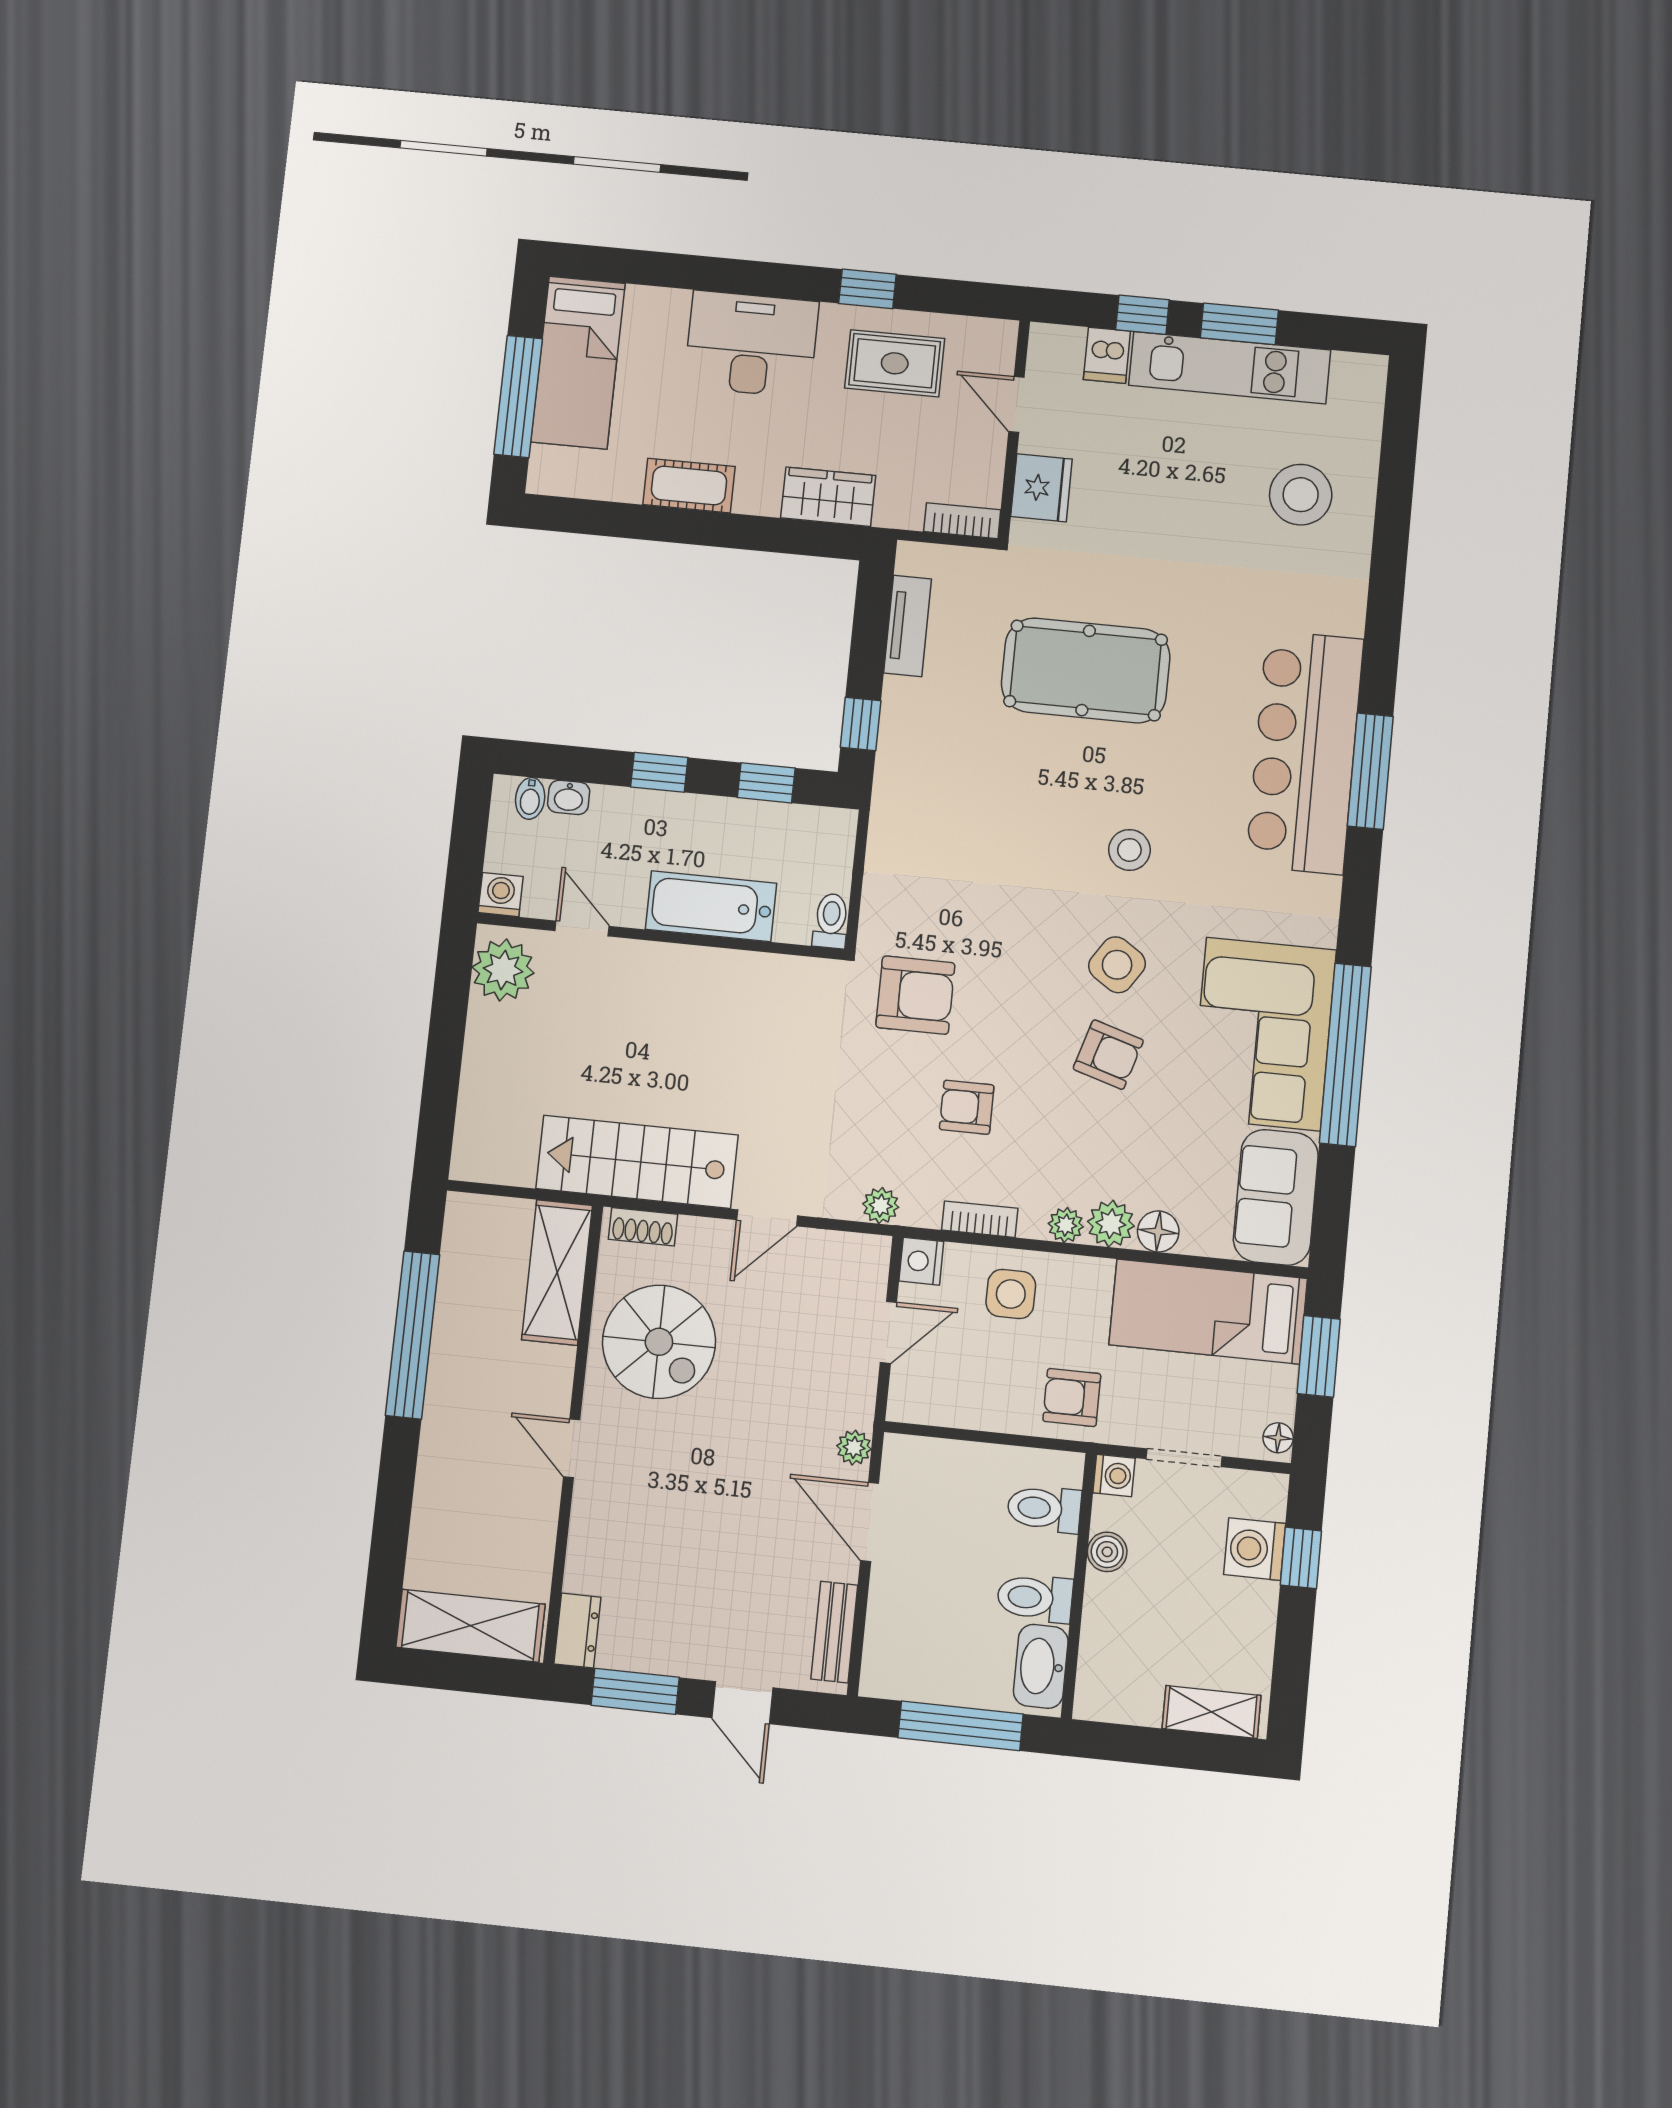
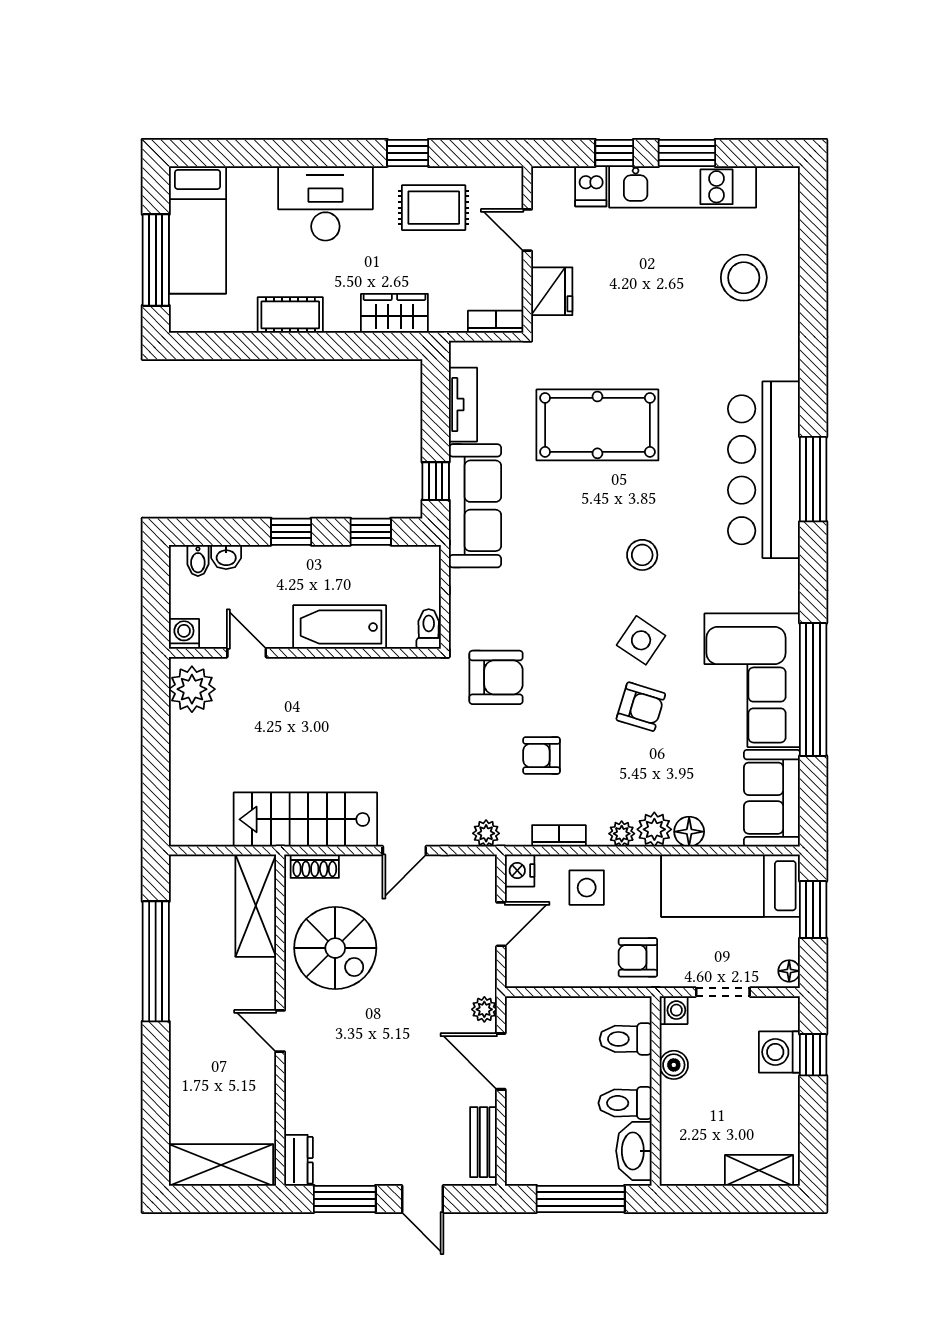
sofa: (910, 762) -> (475, 506), added

